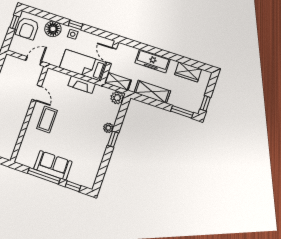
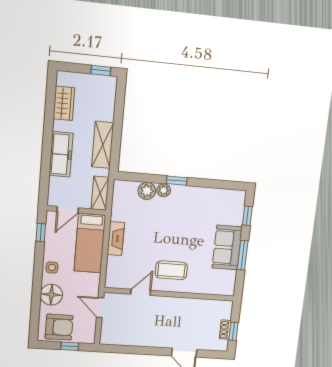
window: (14, 22) -> (70, 346), moved
window: (75, 25) -> (41, 233), moved
plant: (117, 98) -> (147, 191), moved
window: (182, 112) -> (120, 99), removed
window: (44, 176) -> (243, 255), width x0.69

